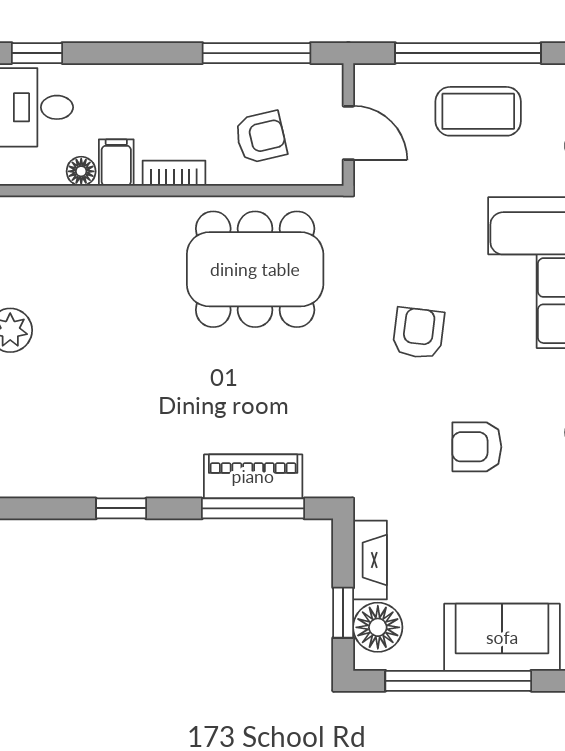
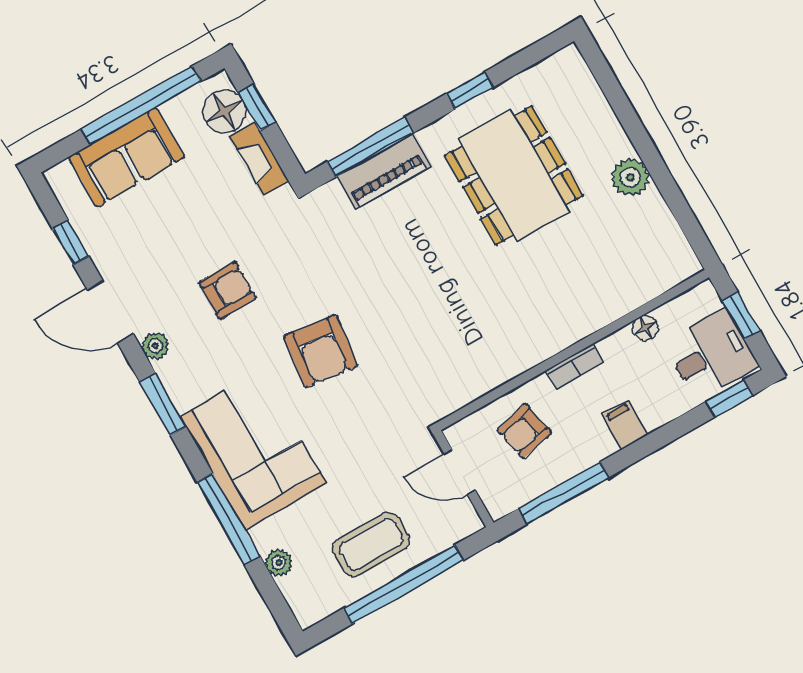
filing cabinet: (116, 163) -> (625, 425), moved, turned 180
dining table: (255, 269) -> (514, 175), moved, turned 90
armchair: (418, 333) -> (321, 351), width x1.38, depth x1.38

